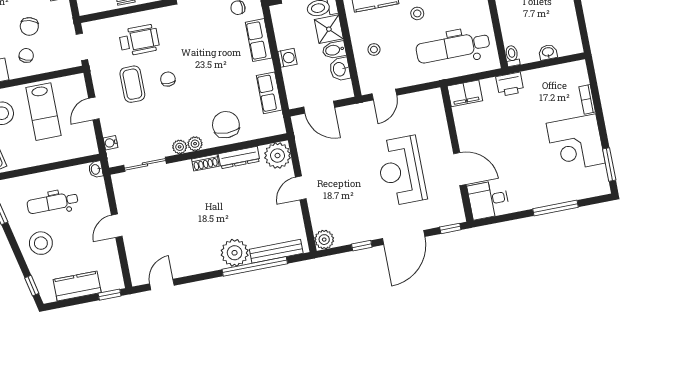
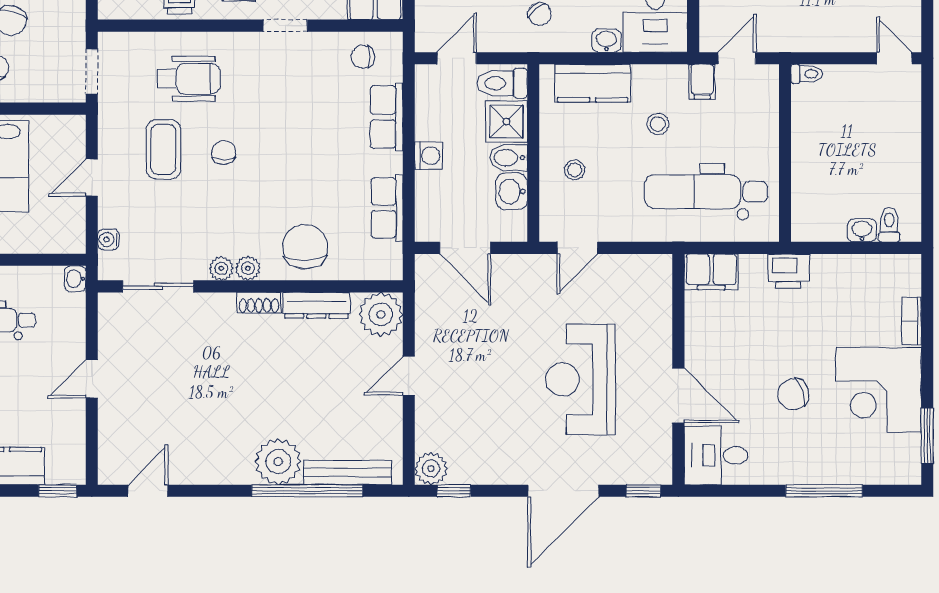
toilet: (512, 56) -> (889, 225), moved
chair: (527, 155) -> (793, 394), added
window: (362, 246) -> (454, 491), moved

